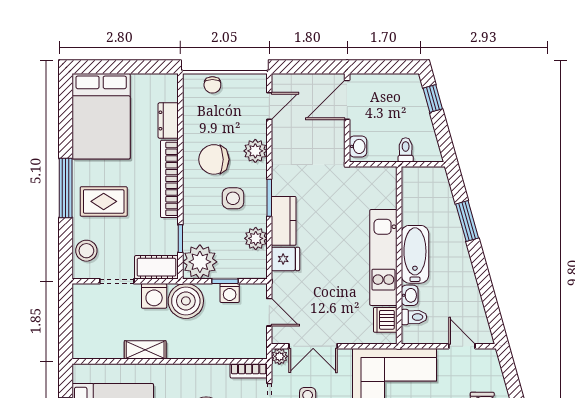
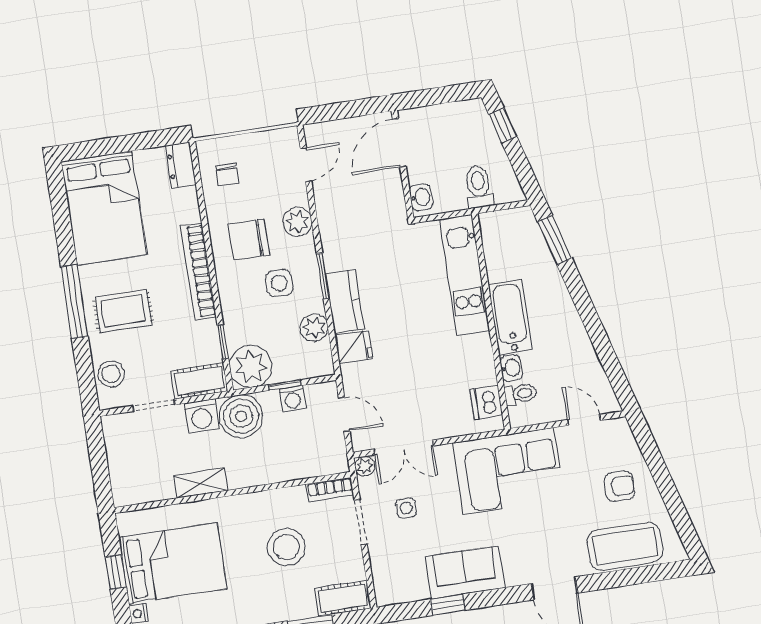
chair: (212, 85) -> (228, 175), moved
dresser: (168, 121) -> (181, 165), moved
toilet: (406, 150) -> (478, 187), width x1.37, depth x1.39
window: (467, 221) -> (555, 240), moved
kitchen unit: (383, 257) -> (464, 275), moved

